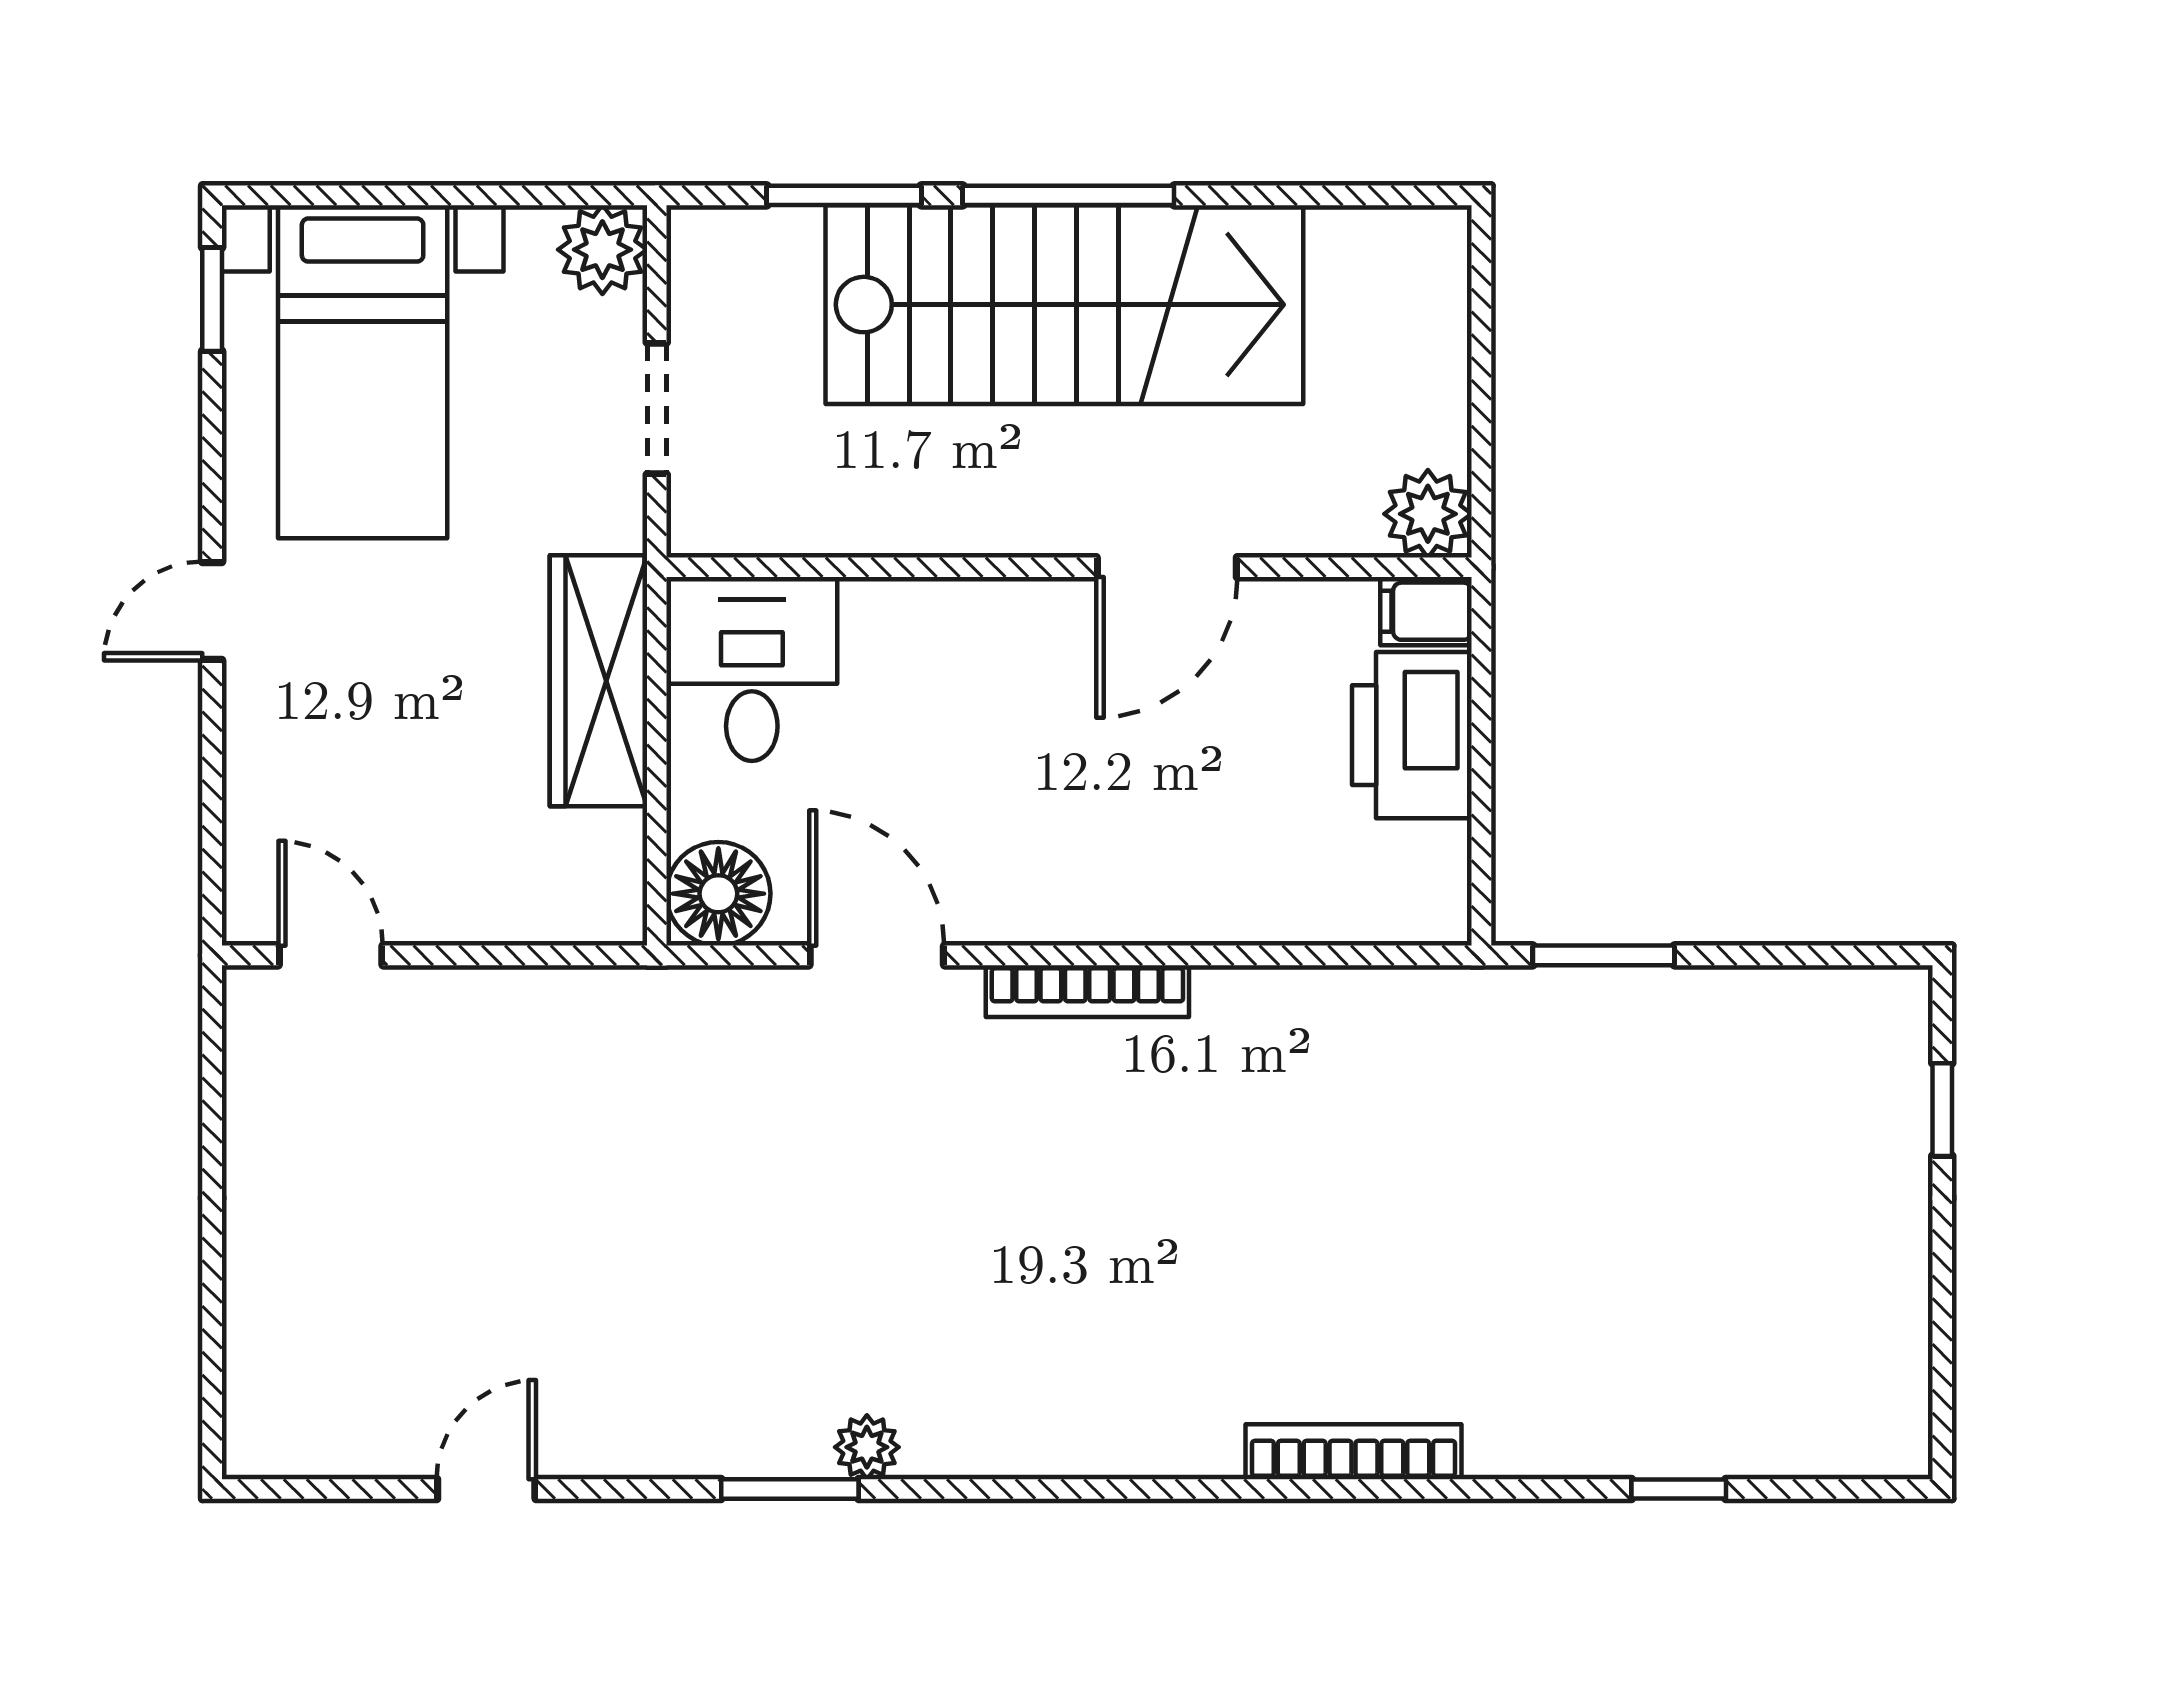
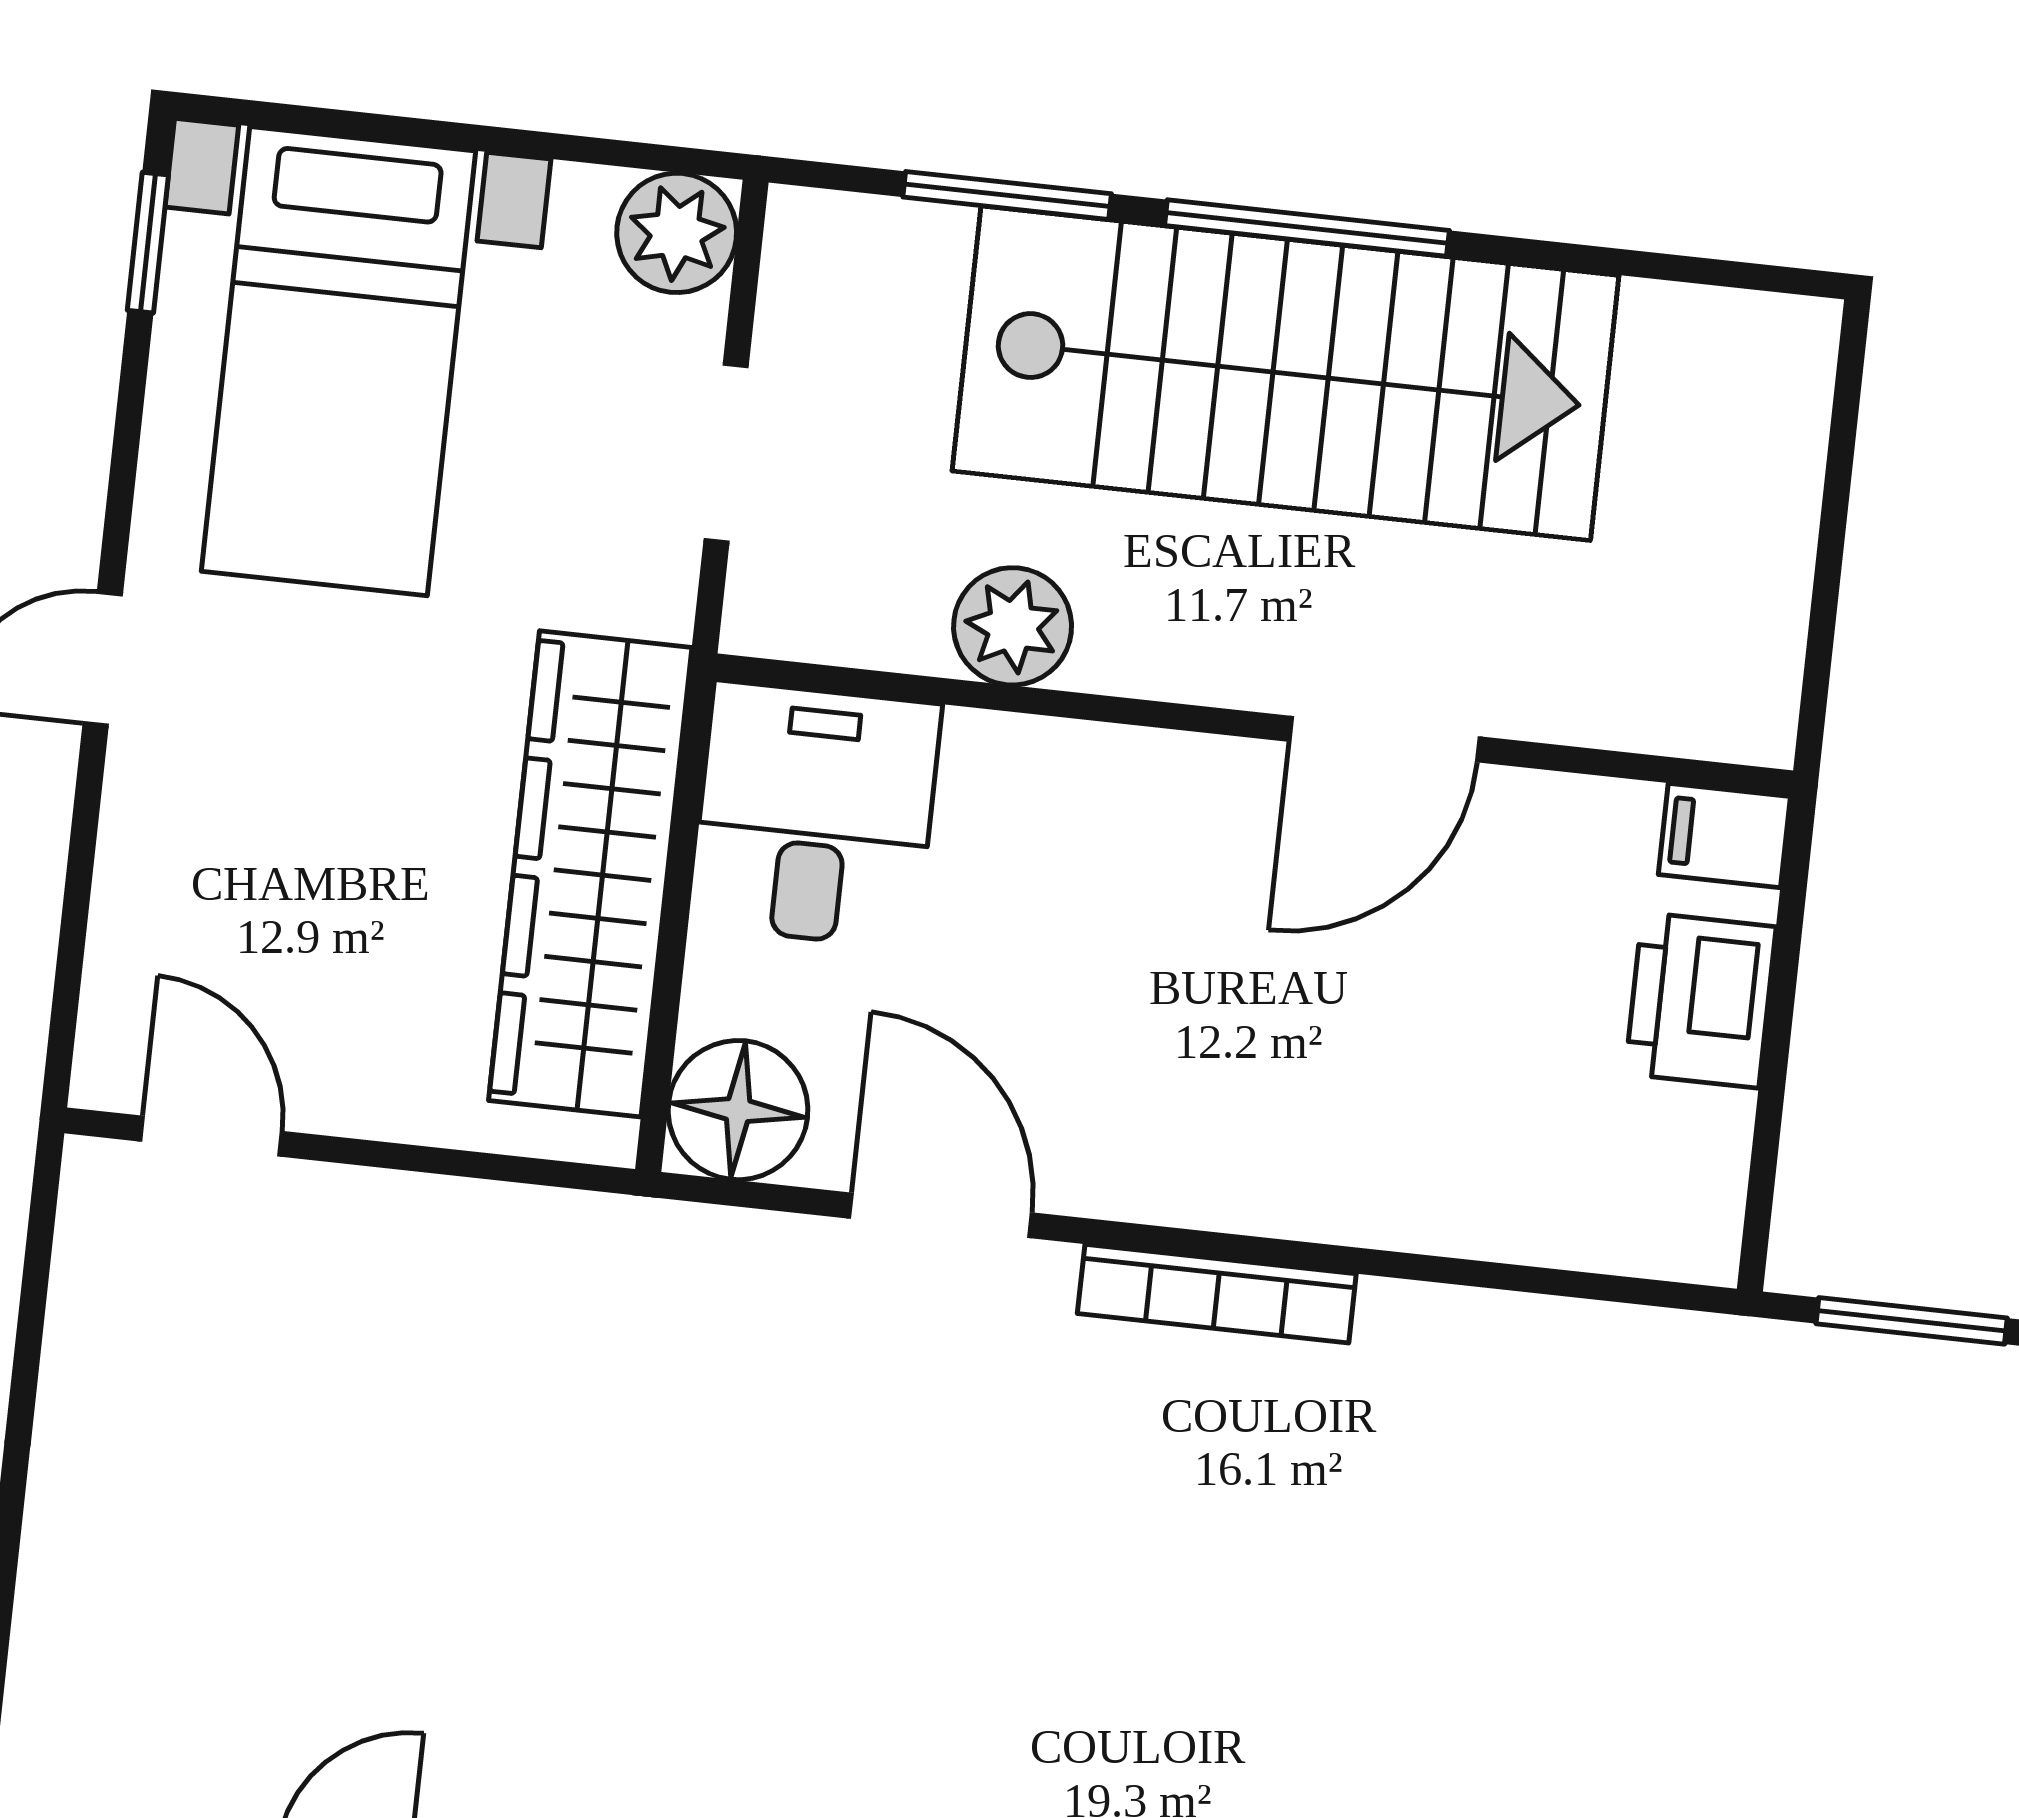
plant: (1428, 514) -> (1013, 626), moved
wardrobe: (598, 681) -> (590, 874), width x1.40, depth x1.17
printer: (1412, 735) -> (1700, 1000), width x0.73, depth x0.84

